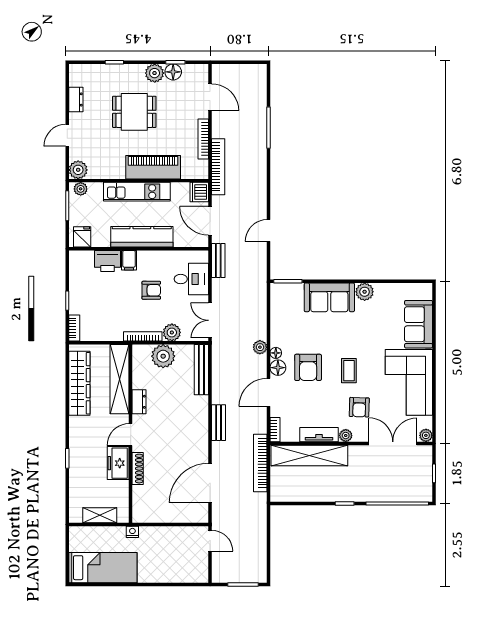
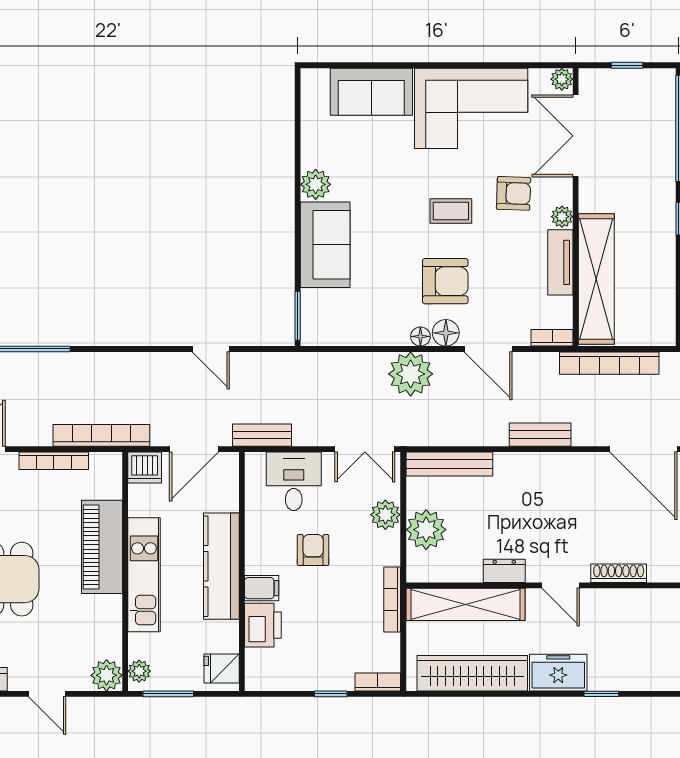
bookcase: (143, 336) -> (392, 599), moved
plant: (260, 347) -> (411, 374), width x1.88, depth x1.88
freezer: (118, 463) -> (558, 673), moved, turned 180

